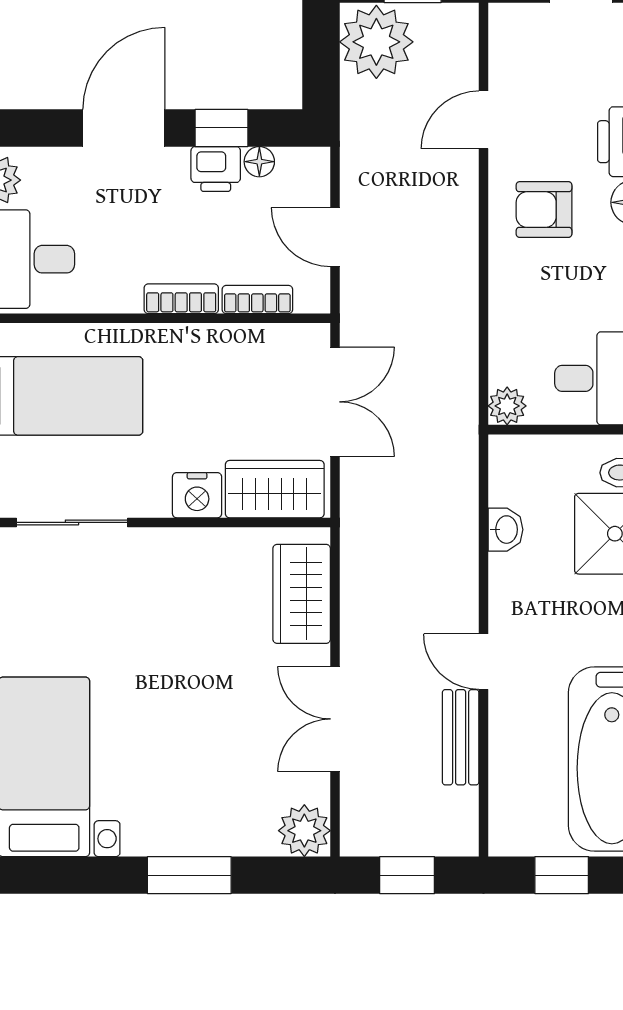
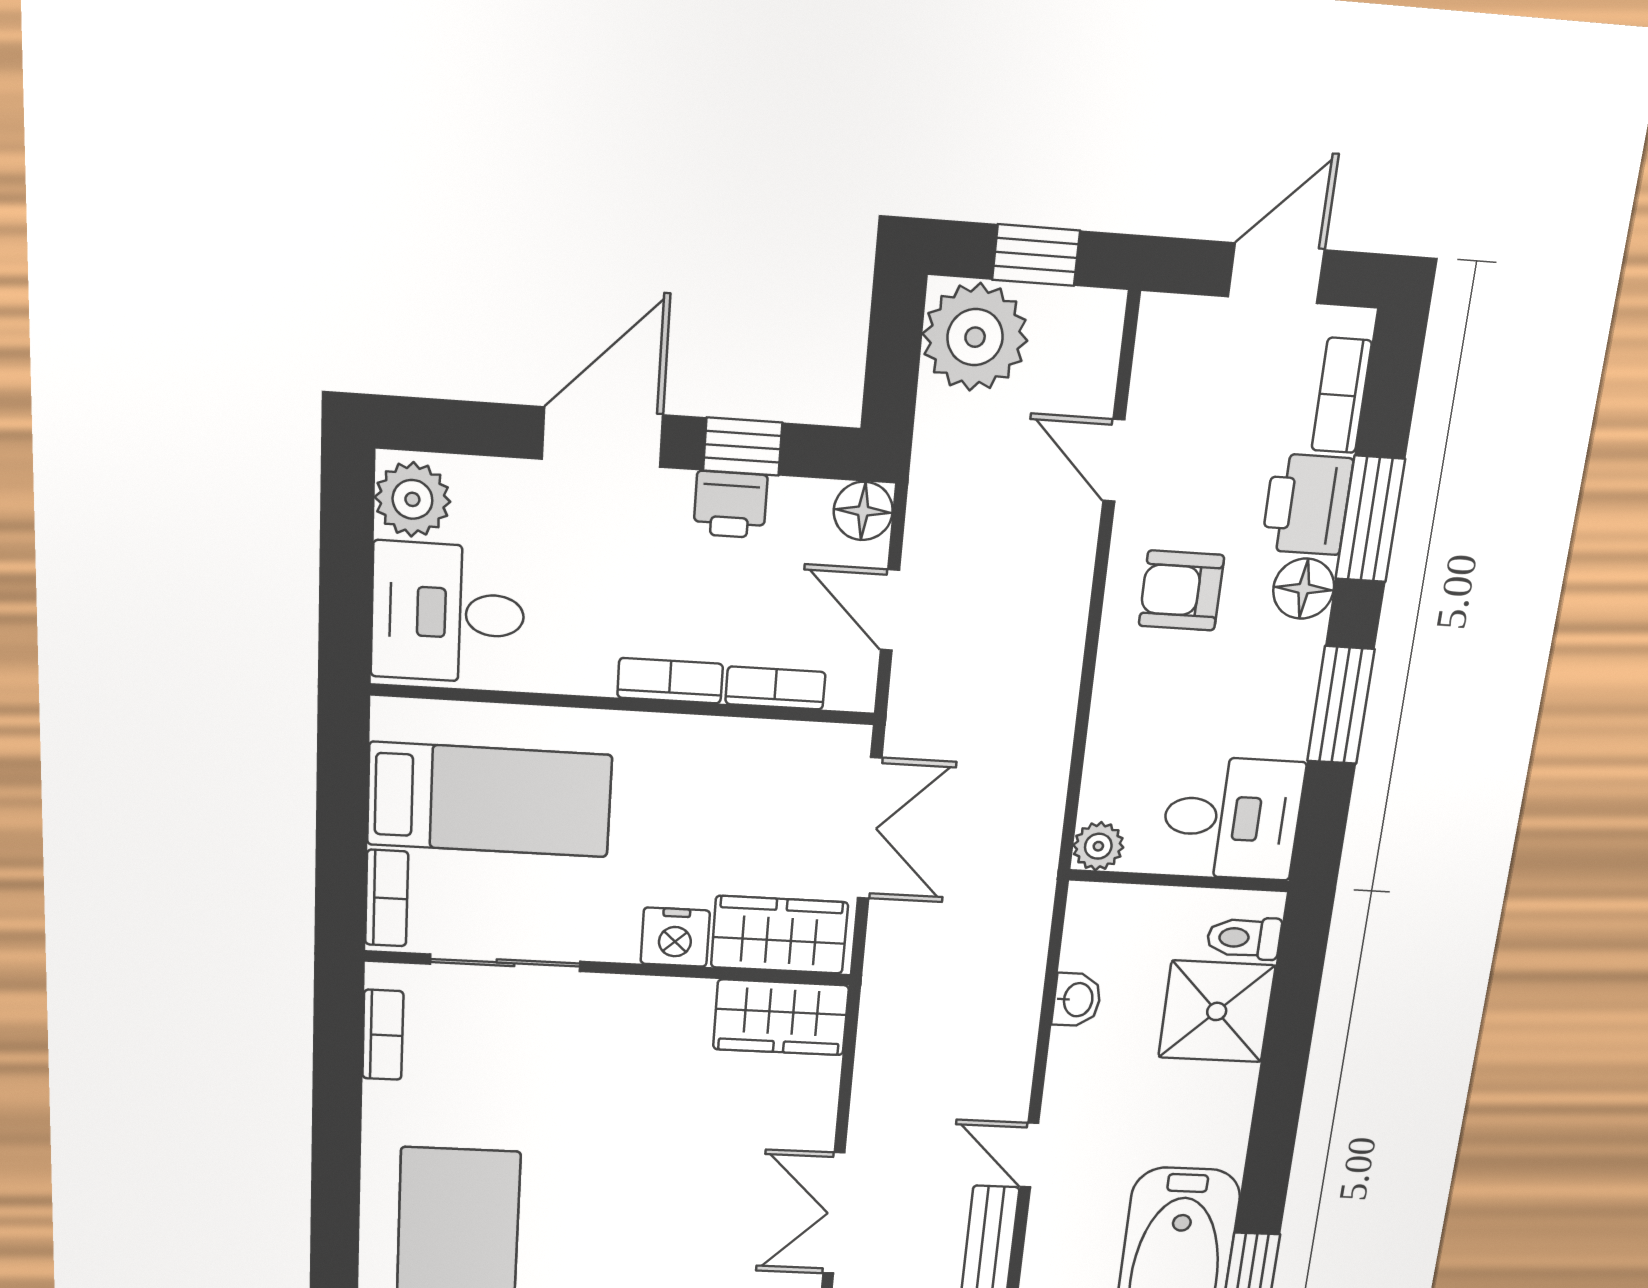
door: (484, 120) -> (1114, 460), hinge flipped
floor lamp: (259, 162) -> (863, 511), moved, width x1.37, depth x1.37
wardrobe: (302, 594) -> (781, 1017), moved, turned -90

